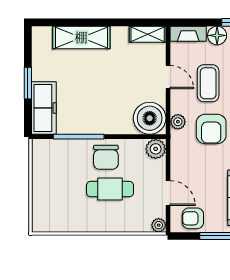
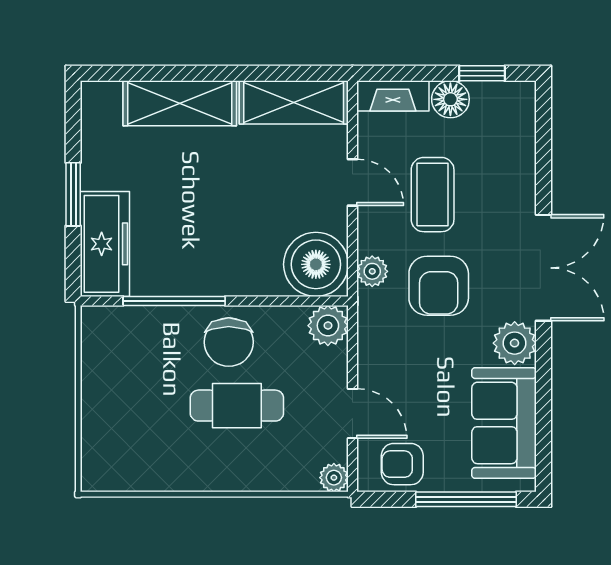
shelving: (148, 34) -> (294, 102), width x1.50, depth x1.33

